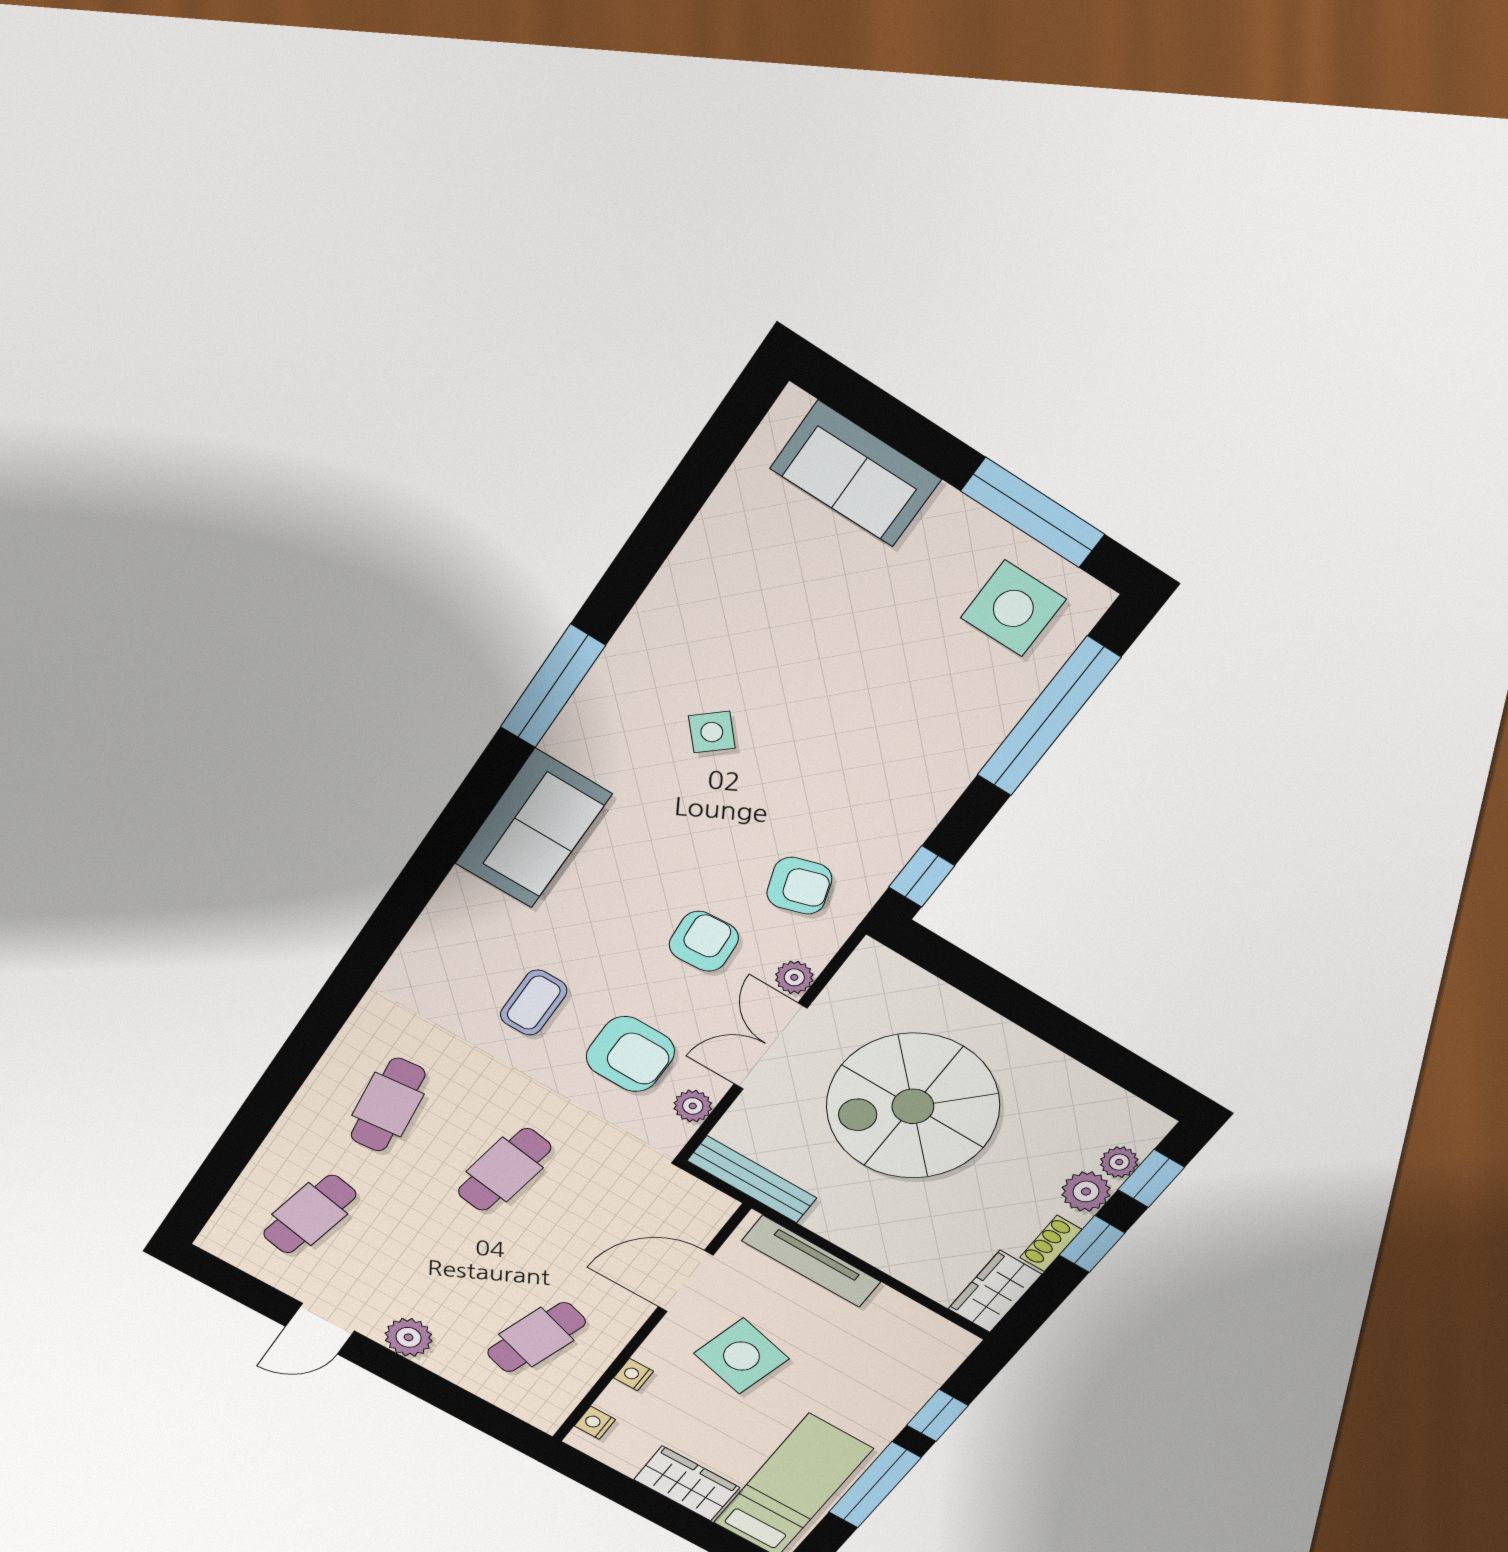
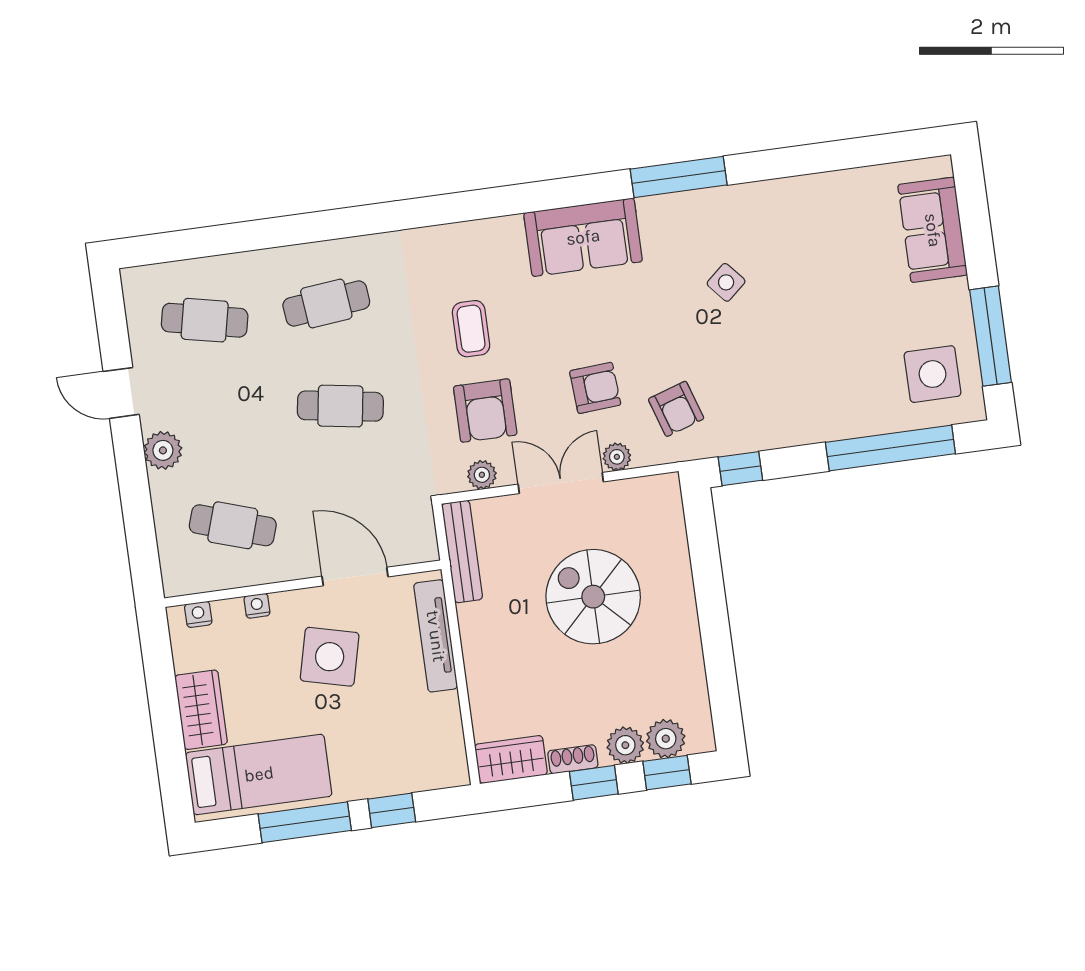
coffee table: (534, 1003) -> (471, 329), turned 90
spiral stairs: (913, 1106) -> (593, 597), width x0.73, depth x0.73
plant: (1119, 1162) -> (666, 739), width x1.38, depth x1.38

